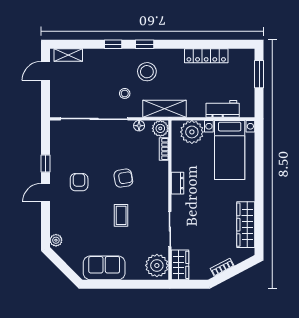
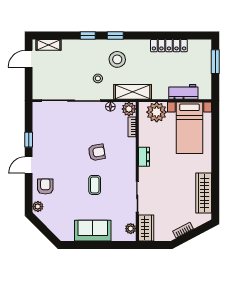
armchair: (79, 182) -> (45, 186), moved
plant: (157, 265) -> (131, 229), width x0.53, depth x0.53
sofa: (104, 268) -> (93, 231), moved

